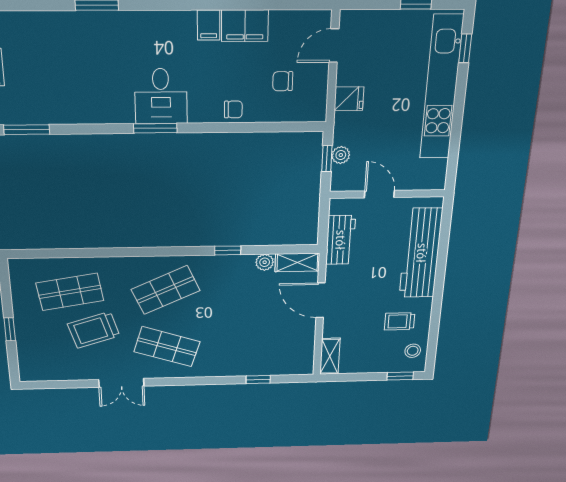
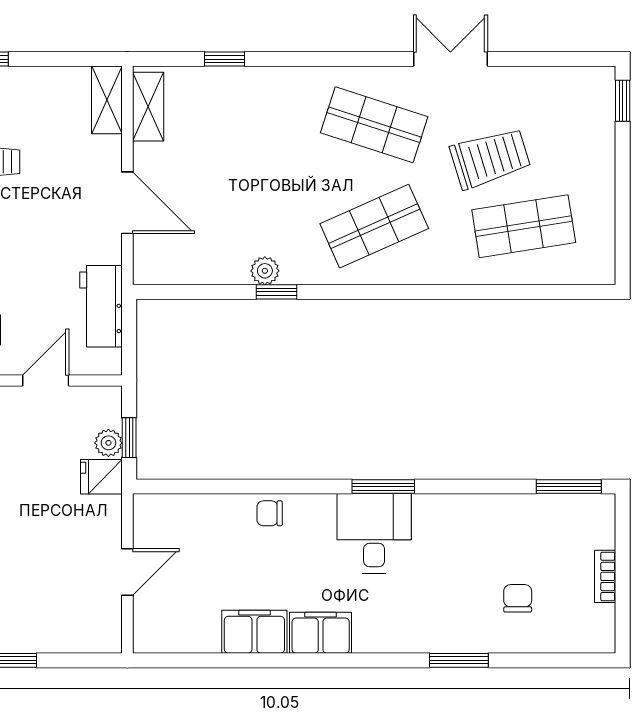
filing cabinet: (209, 25) -> (321, 633), width x2.00
door: (334, 46) -> (127, 572), moved
chair: (283, 81) -> (518, 598), moved, turned -90
fridge: (349, 99) -> (101, 477), moved
door: (379, 194) -> (46, 381), swing flipped
plant: (265, 262) -> (265, 271), moved
shelving: (297, 262) -> (148, 107), moved, turned 90
window: (10, 329) -> (623, 101), moved

